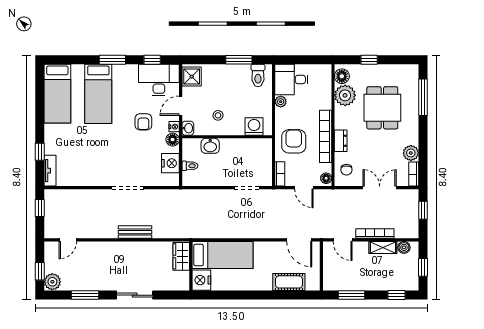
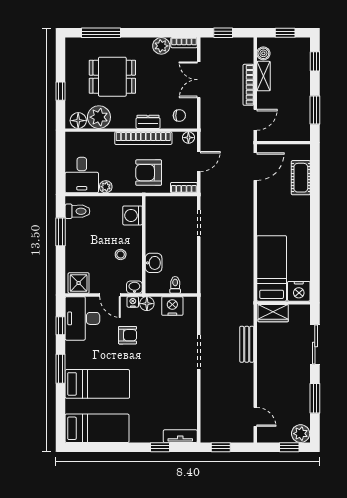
bed: (223, 255) -> (272, 268), moved
wardrobe: (181, 256) -> (273, 313), moved
wall: (191, 266) -> (283, 303), moved
nightstand: (201, 280) -> (299, 291), moved

